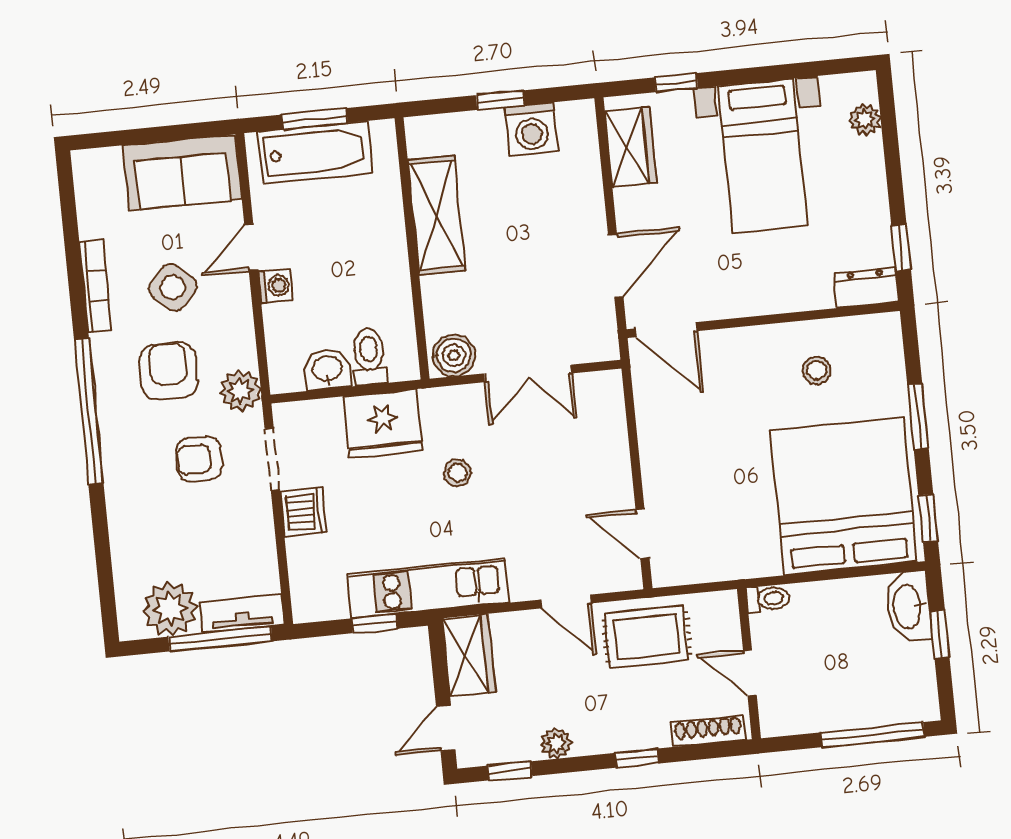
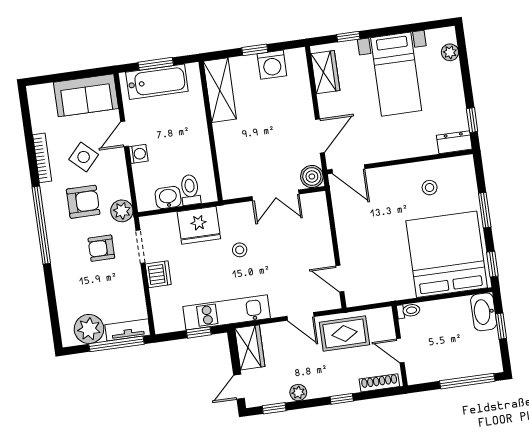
shelving: (436, 215) -> (220, 90), moved
boiler: (454, 355) -> (312, 176), moved
armchair: (169, 371) -> (83, 202), turned 90

